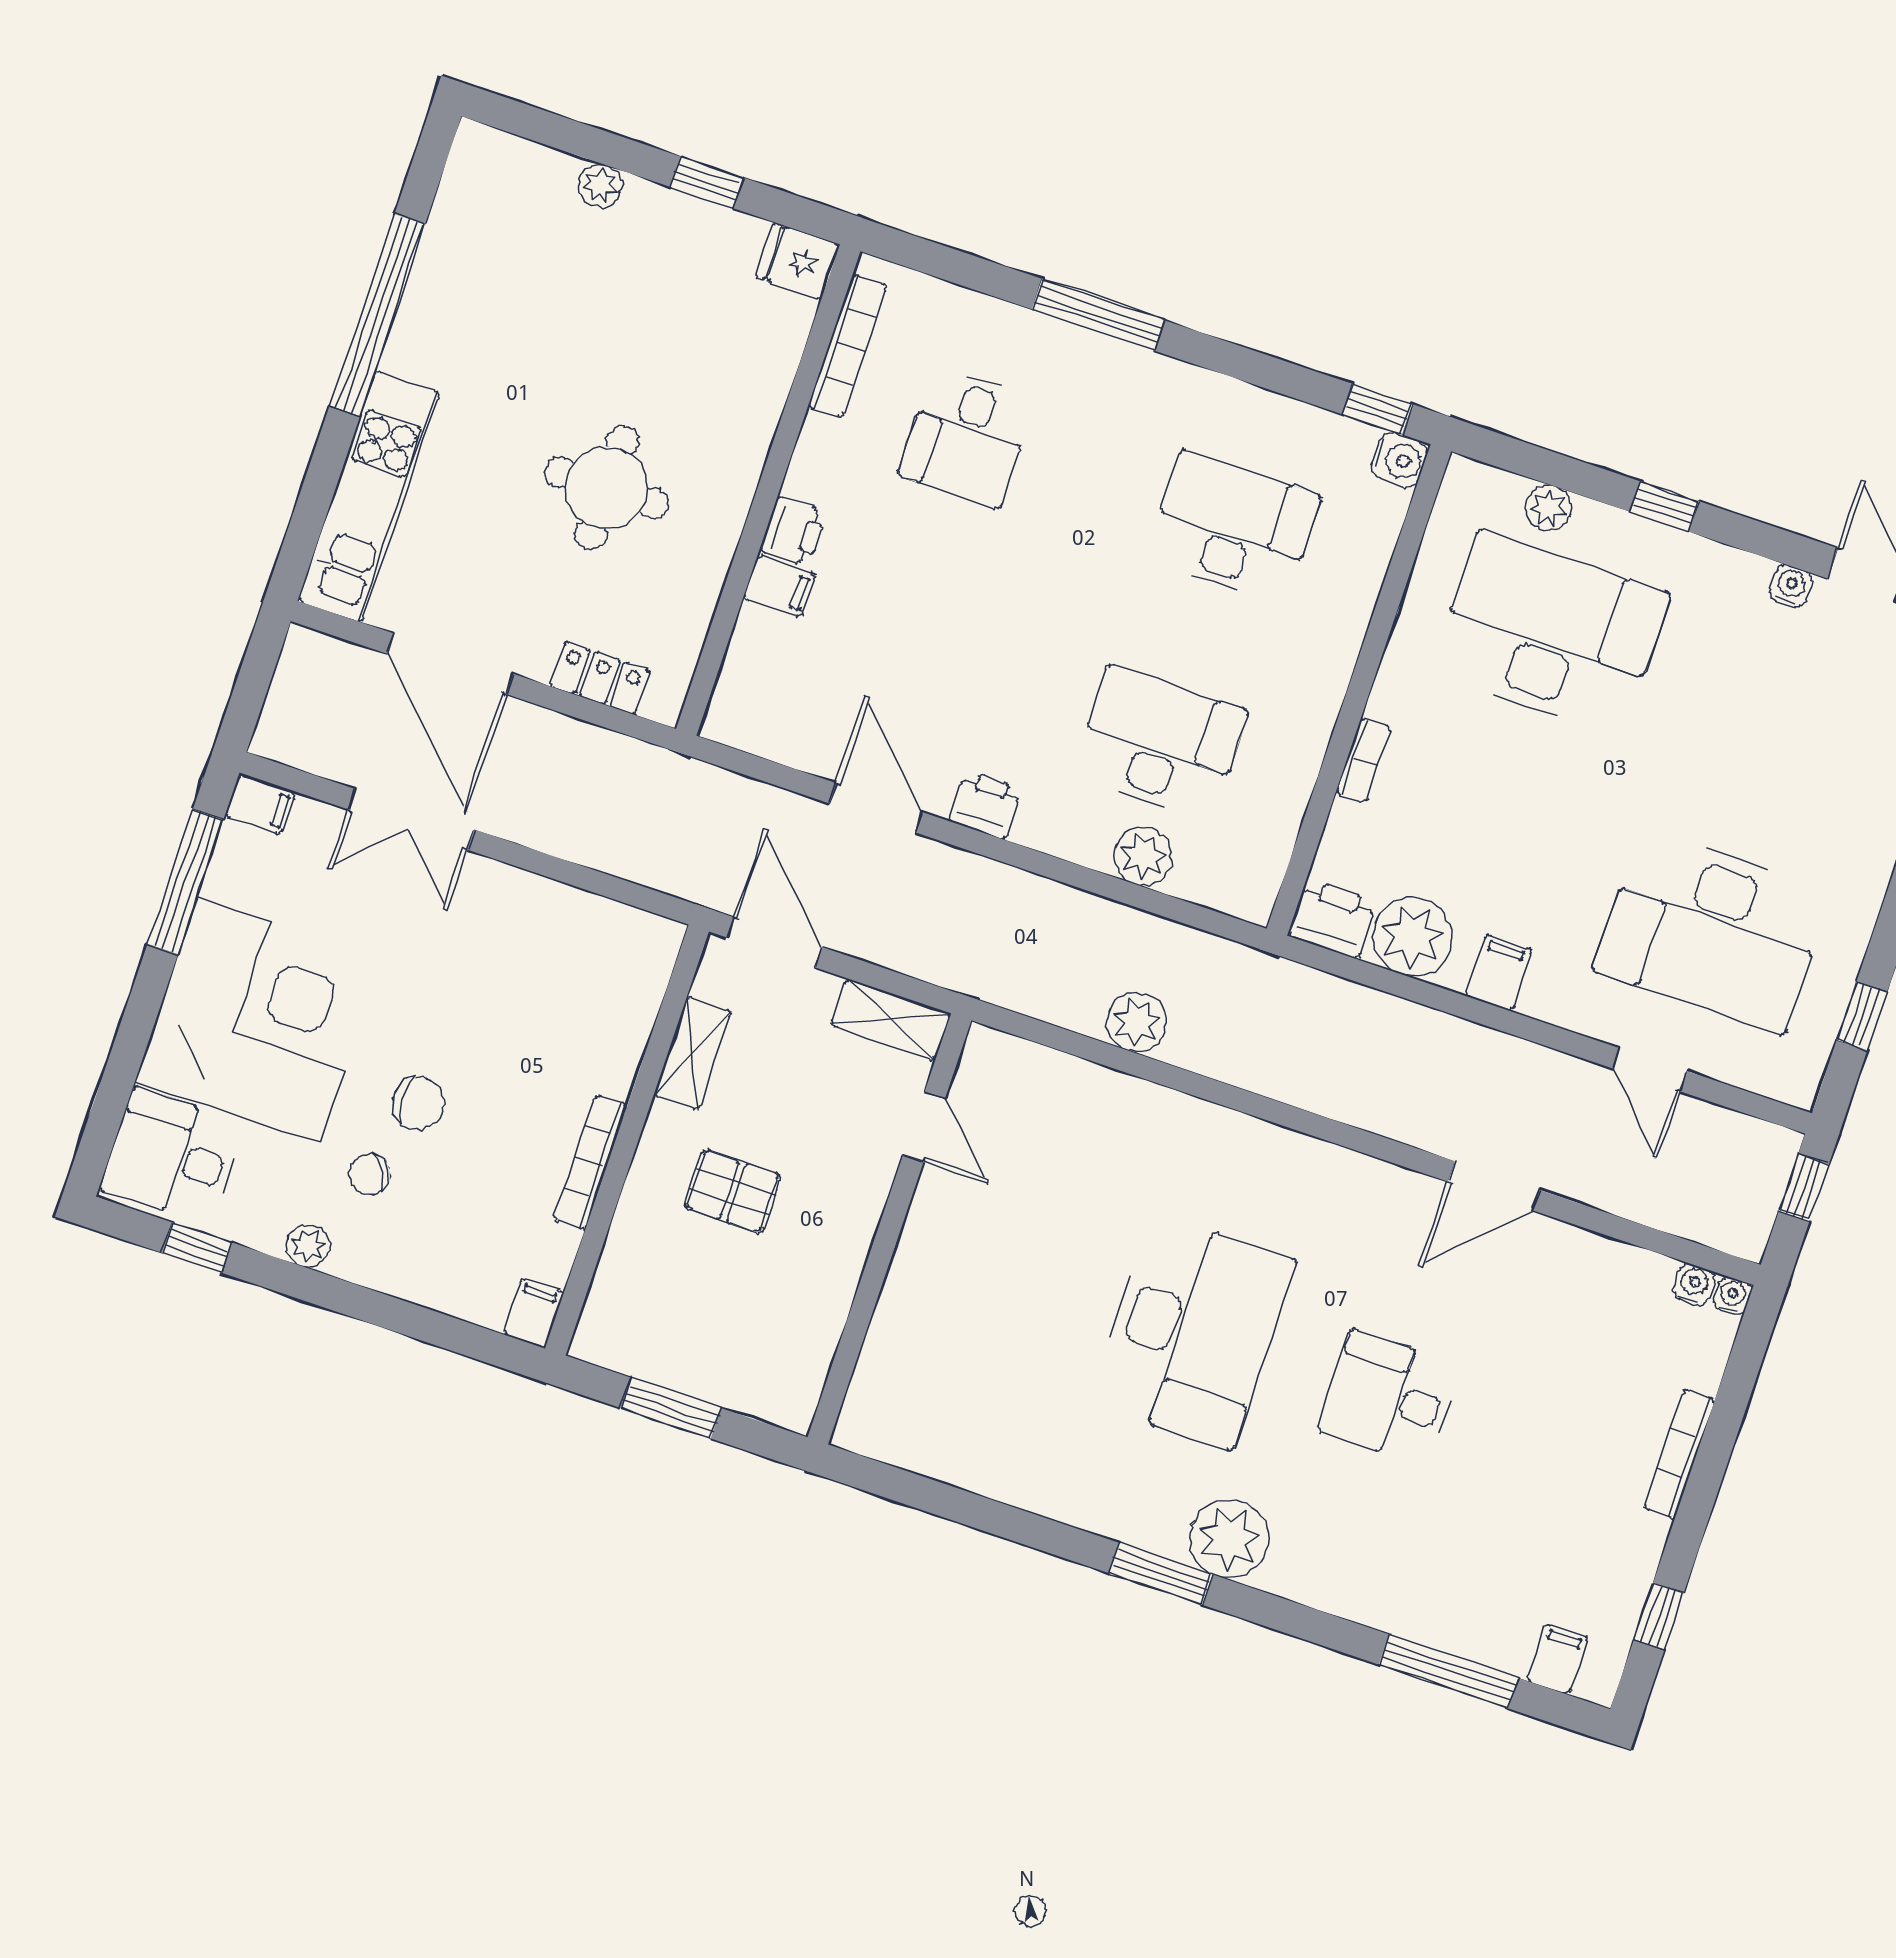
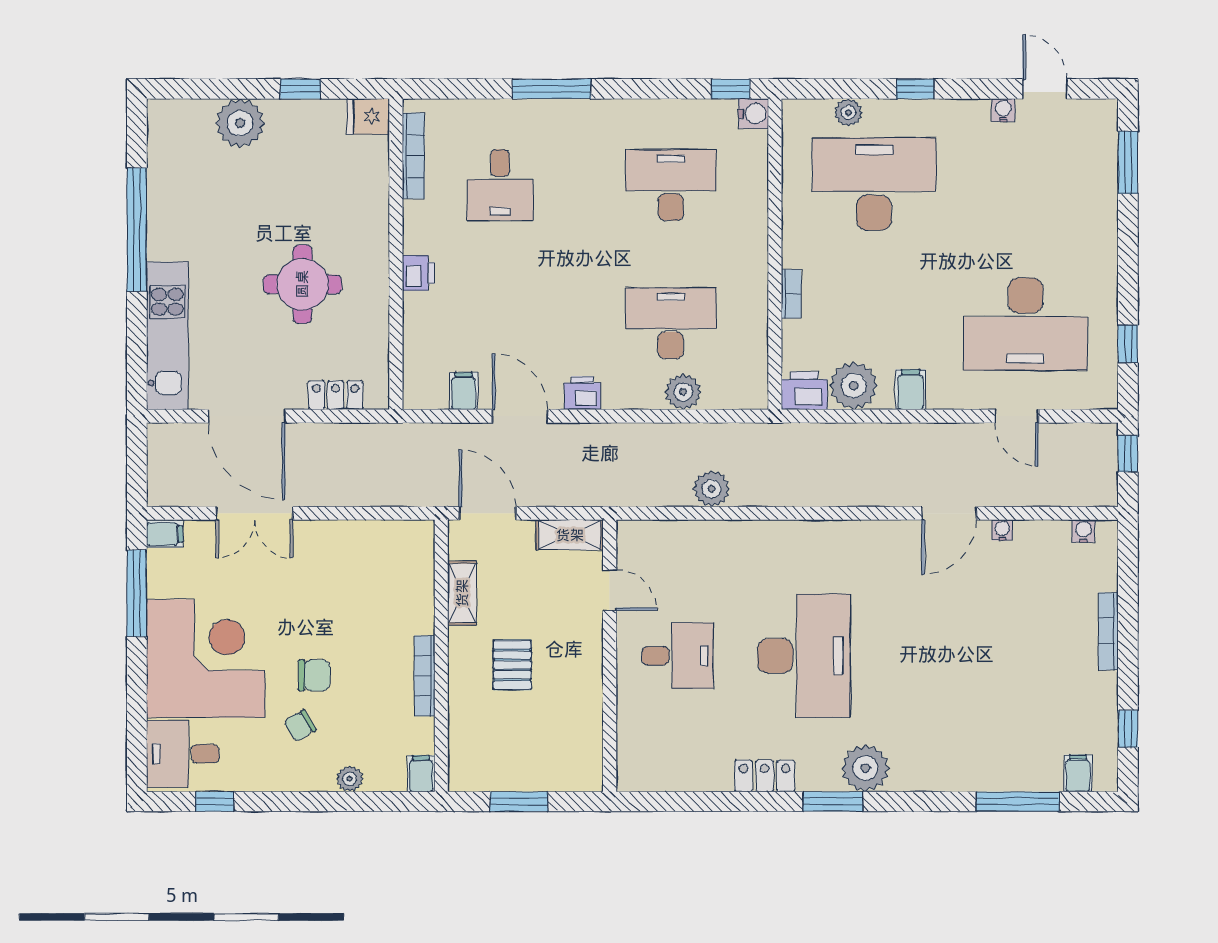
plant: (600, 186) -> (240, 123), width x1.88, depth x1.88
filing cabinet: (779, 586) -> (464, 391), moved, turned -90
pallet: (733, 1192) -> (512, 665), turned 90
plant: (308, 1246) -> (350, 779), moved
water cooler: (1732, 1296) -> (1002, 530), moved
desk: (1389, 1398) -> (678, 656), moved, turned 180
locker: (1068, 1498) -> (765, 776), added

